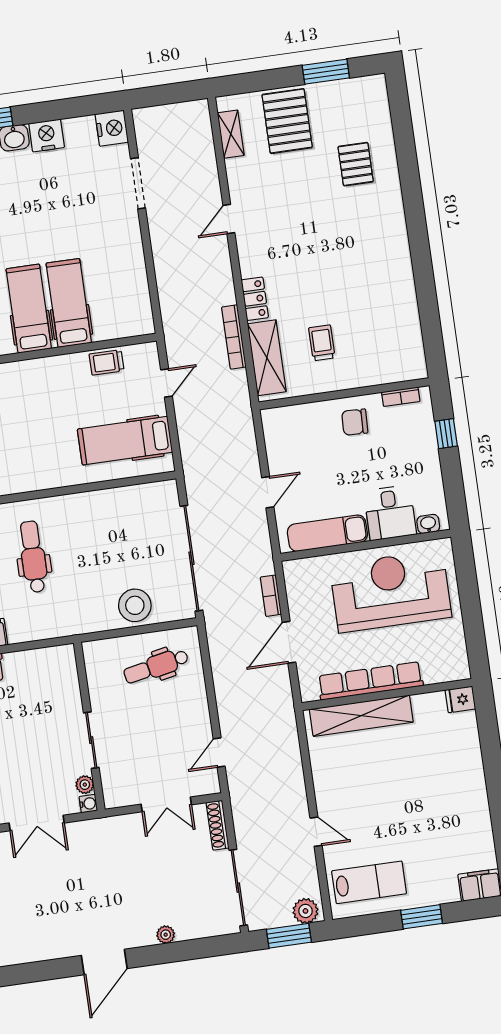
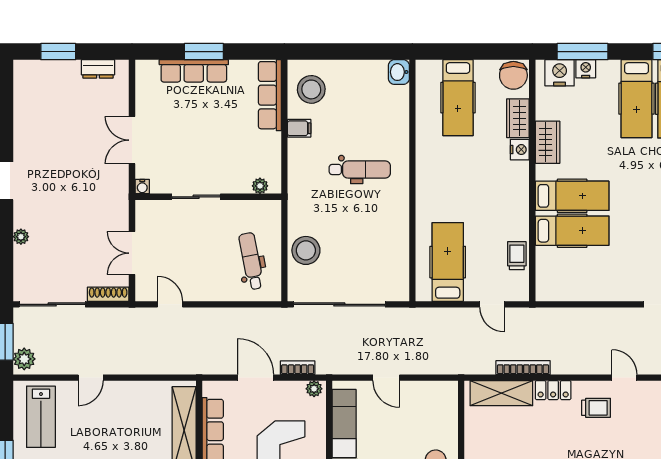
trolley: (322, 343) -> (596, 408), moved
plant: (292, 573) -> (314, 389), added
plant: (85, 785) -> (260, 186), moved

